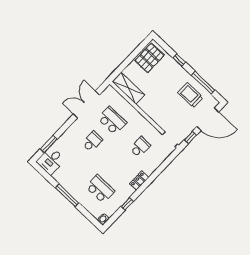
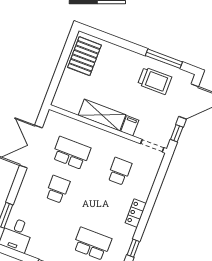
window: (179, 60) -> (123, 43), removed
shelving: (128, 88) -> (102, 115), moved
trolley: (190, 95) -> (155, 81), turned 180
filing cabinet: (160, 119) -> (130, 126), added

